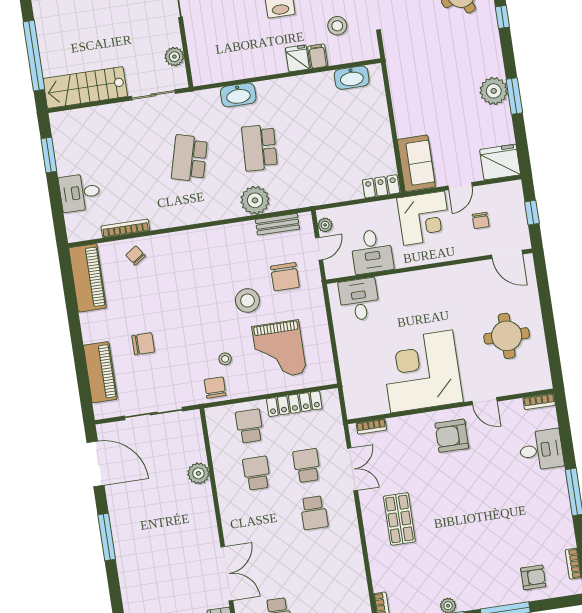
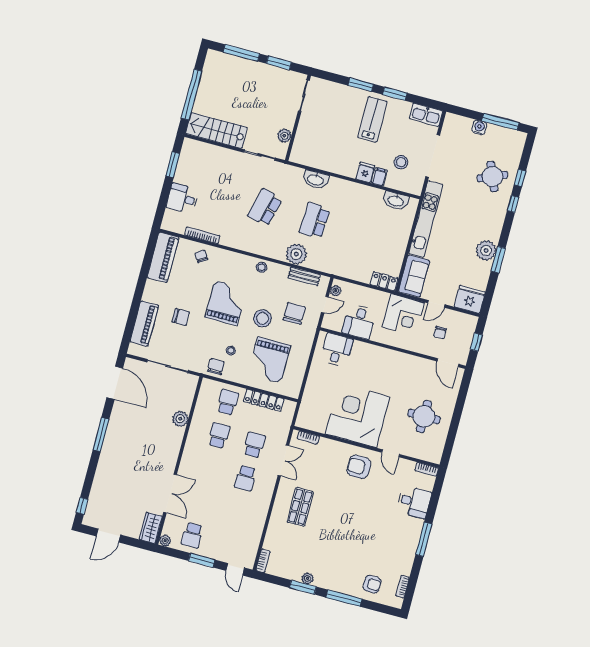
kitchen unit: (400, 84) -> (426, 219), added
stool: (218, 236) -> (262, 267), added
chair: (285, 277) -> (294, 313), turned 180
grand piano: (193, 301) -> (226, 303), added

